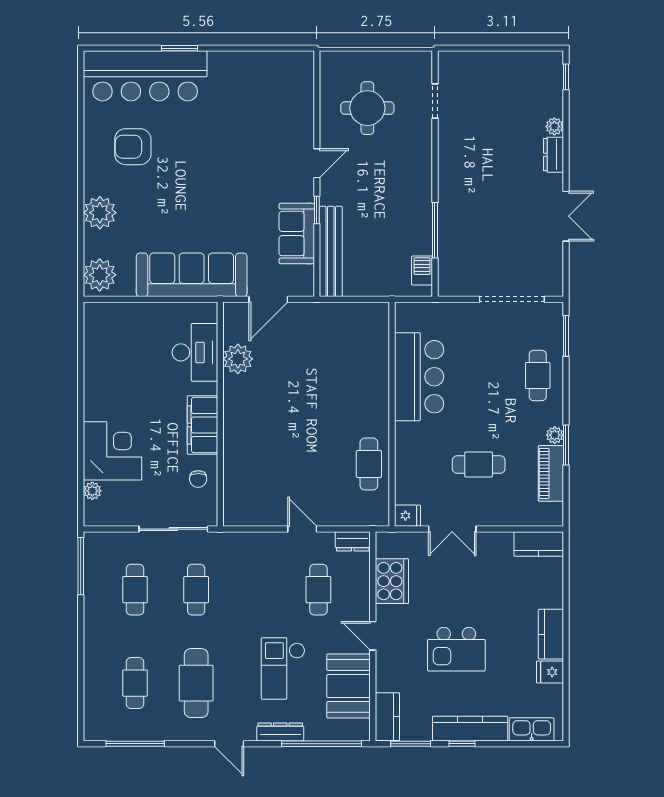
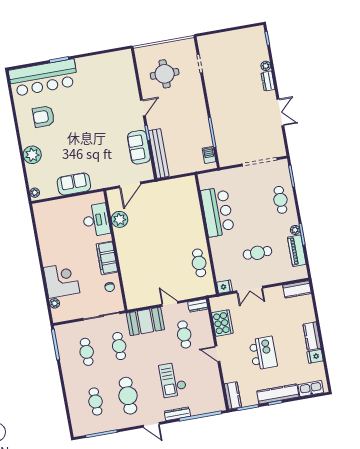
plant: (100, 275) -> (35, 193), width x0.53, depth x0.53
sofa: (192, 275) -> (74, 184), width x0.54, depth x0.79
kitchen island: (456, 649) -> (263, 353), turned -90
booth: (349, 686) -> (145, 321), moved, turned 90

